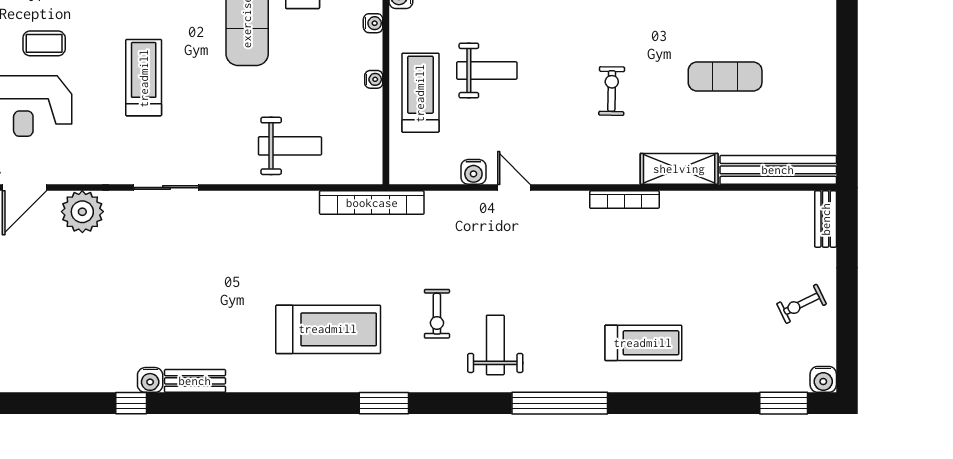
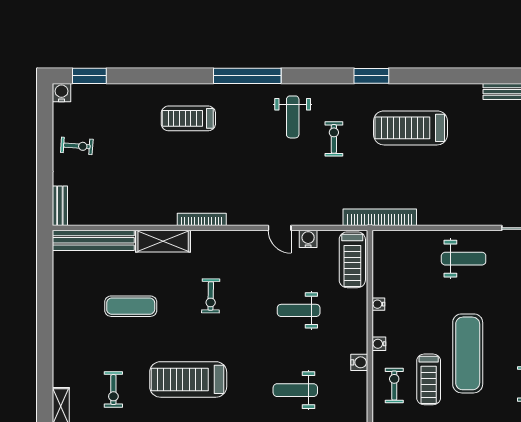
treadmill: (420, 93) -> (352, 260), moved
weight bench: (290, 146) -> (464, 259), moved, turned 180
exercise bike: (801, 304) -> (77, 146), turned 30

